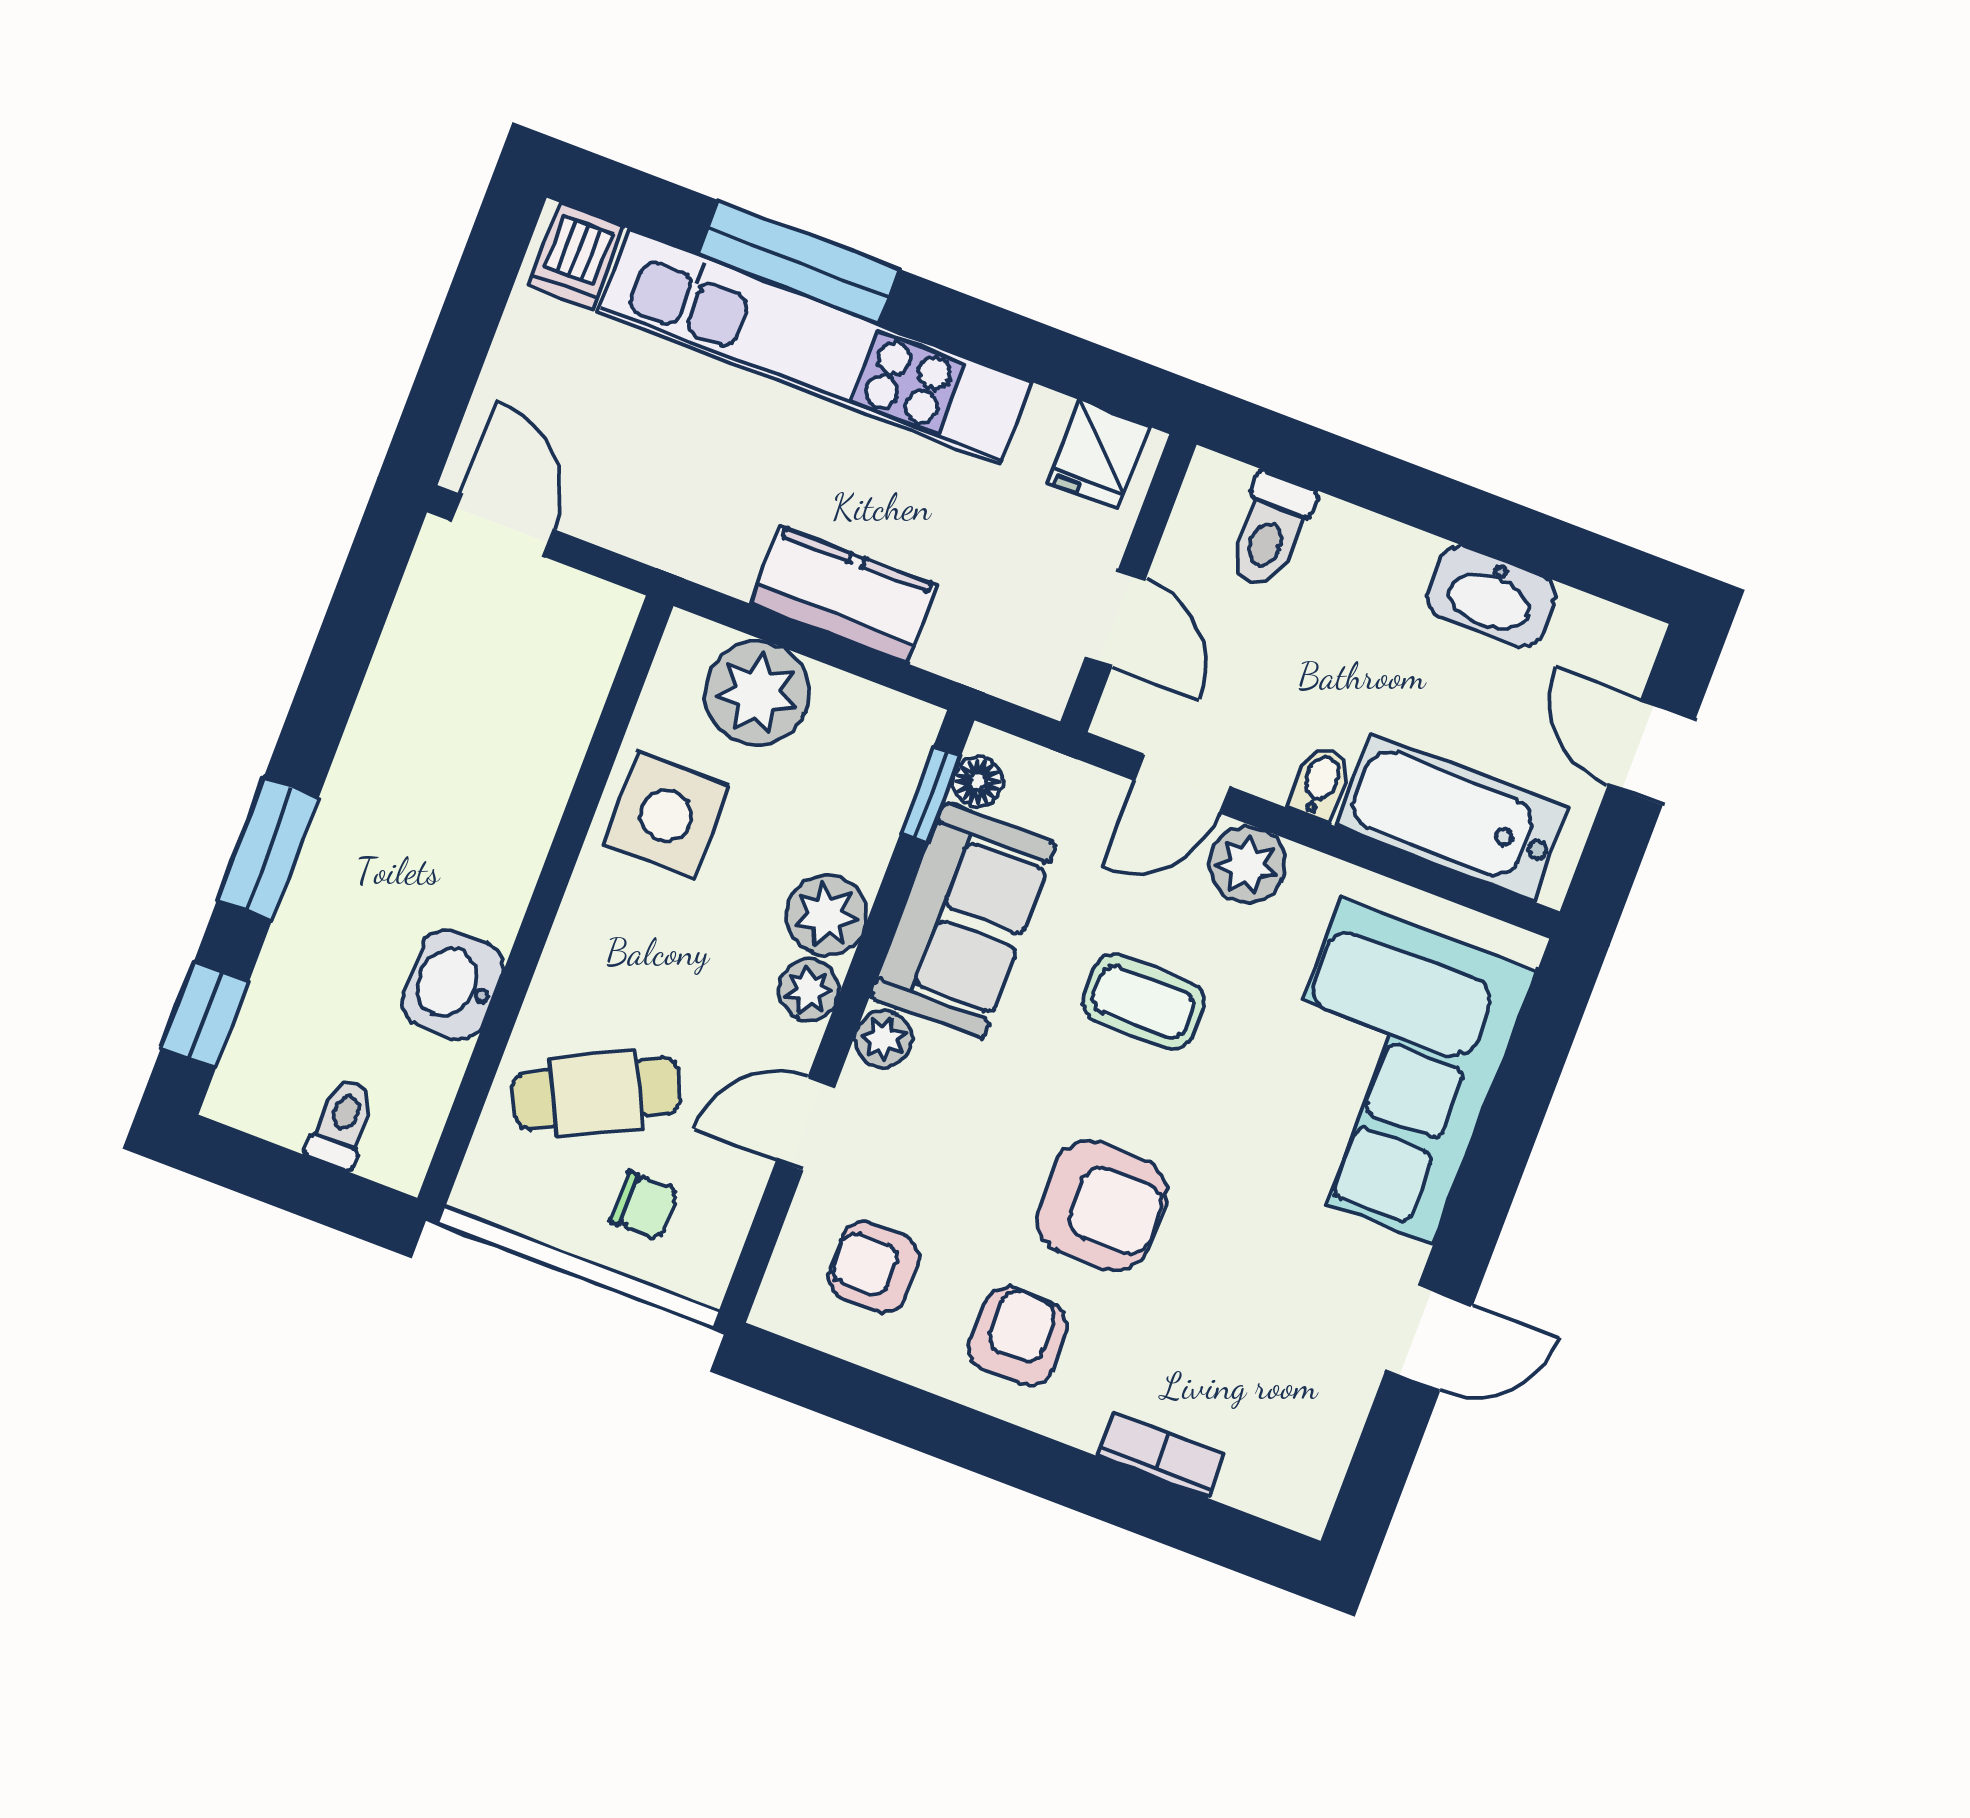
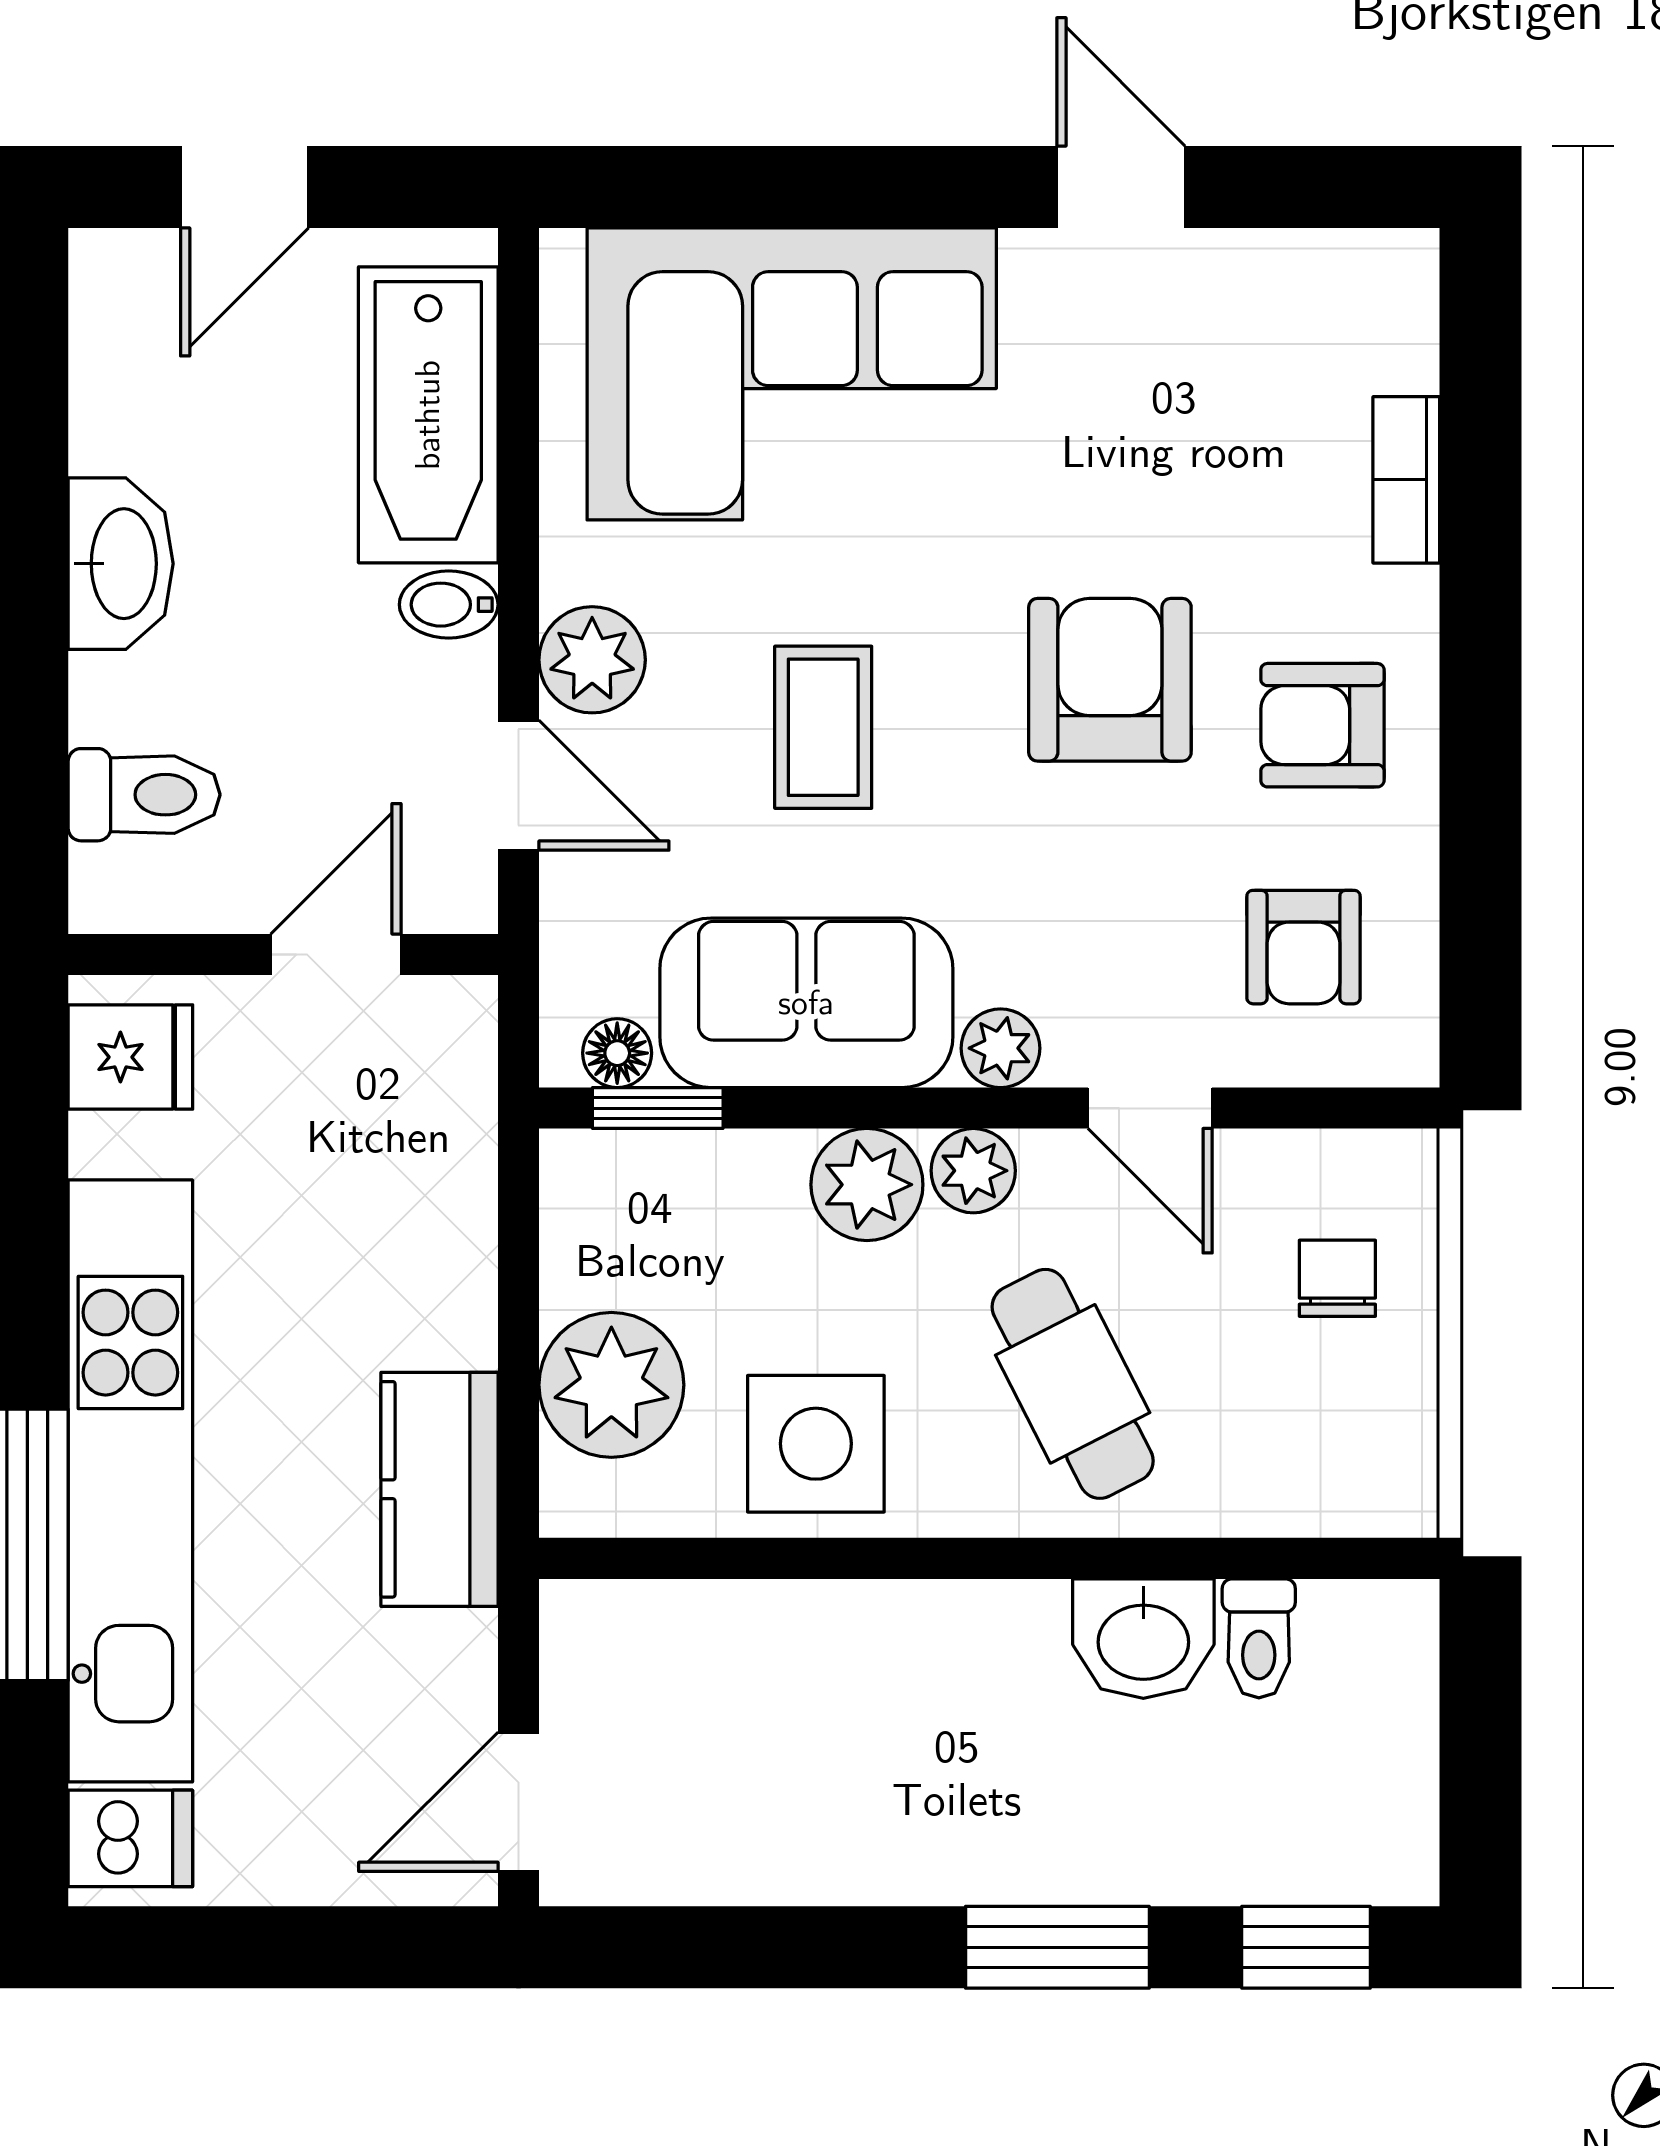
kitchen counter: (844, 595) -> (439, 1489), moved
washbasin: (1491, 597) -> (121, 564), moved
cafe table: (596, 1093) -> (1073, 1384), moved
toilet: (342, 1124) -> (1259, 1638), moved, turned -90

